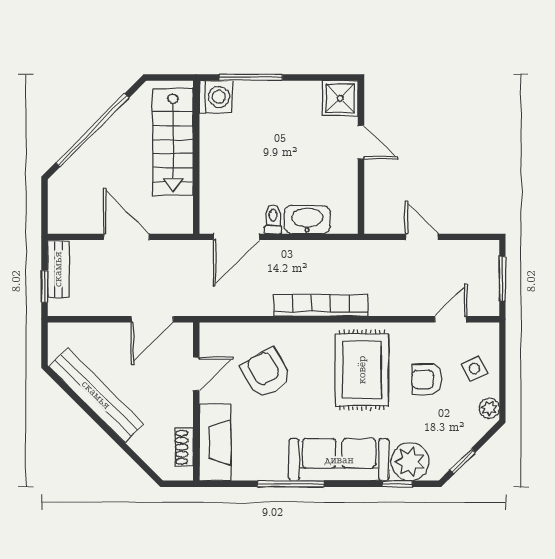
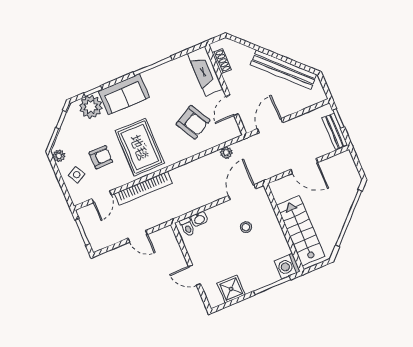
shower: (340, 98) -> (231, 289), moved
stool: (253, 182) -> (246, 227), added
toilet: (273, 219) -> (187, 227), moved
washbasin: (307, 220) -> (199, 219), width x0.52, depth x0.69
bookcase: (321, 305) -> (143, 188), moved
plant: (235, 306) -> (226, 153), added
sofa: (339, 460) -> (124, 94), width x0.73

